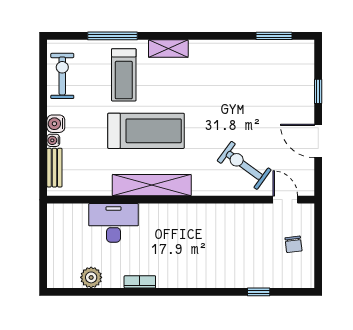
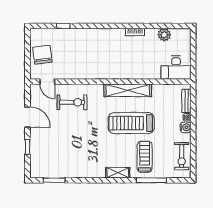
exercise bike: (244, 165) -> (72, 102), turned -36
desk: (114, 223) -> (176, 68), moved
chair: (293, 244) -> (42, 55), width x1.87, depth x1.87

